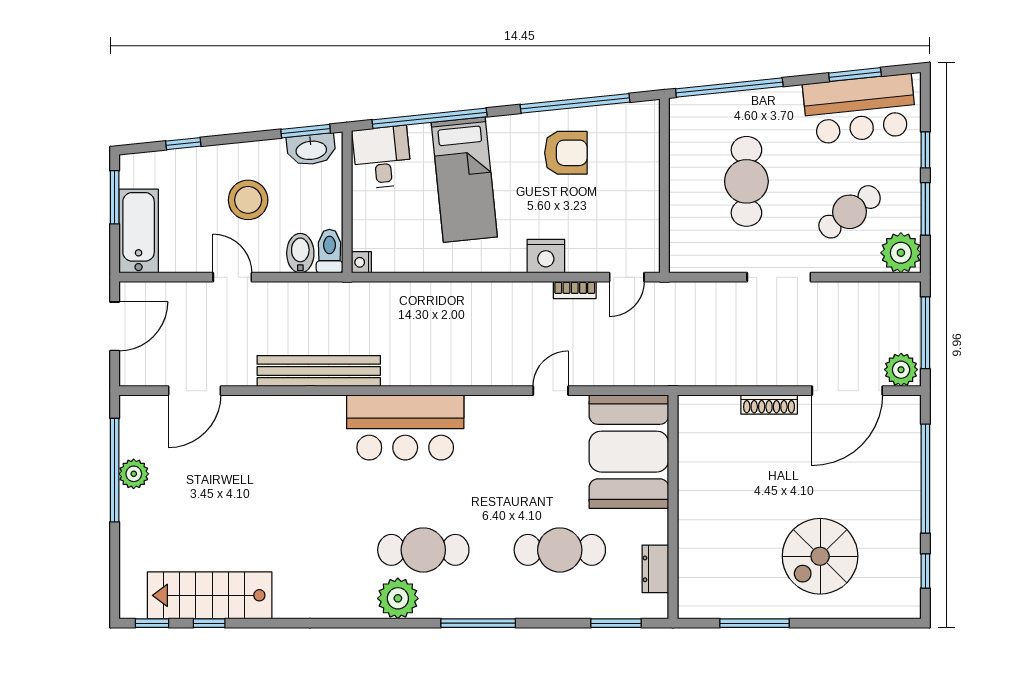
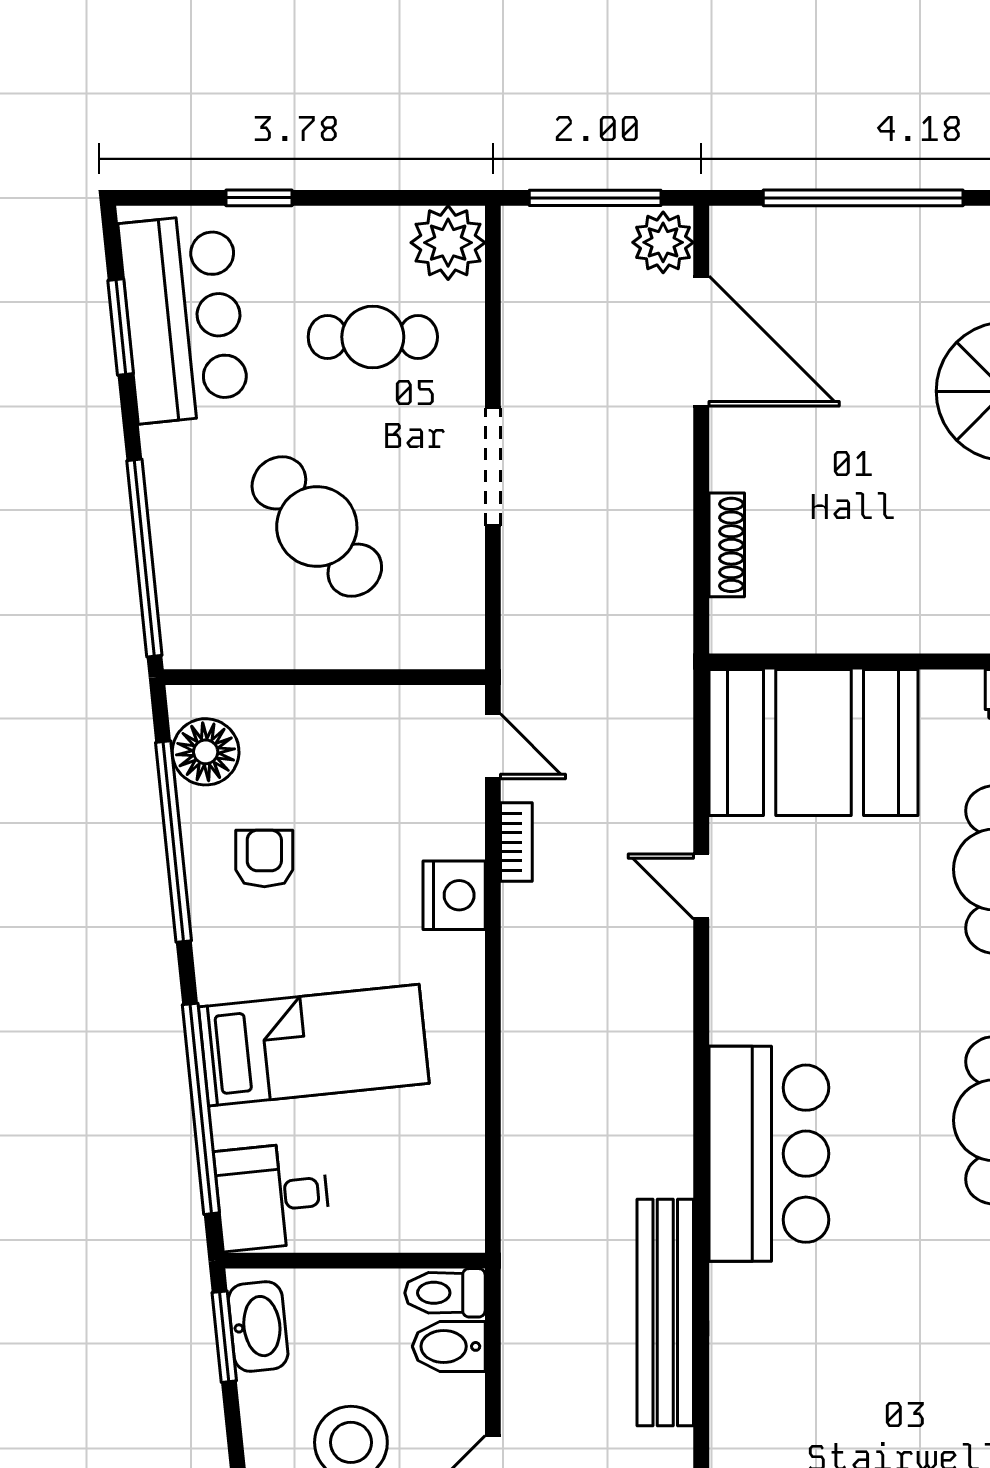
floor lamp: (624, 121) -> (206, 752), added
armchair: (566, 153) -> (264, 858), width x0.72, depth x0.72
cafe table: (746, 181) -> (317, 526), turned 49
window: (925, 209) -> (367, 198), removed
cafe table: (850, 212) -> (373, 337), turned -53
nightstand: (361, 262) -> (466, 1234), removed
shoe rack: (769, 404) -> (727, 545), moved

